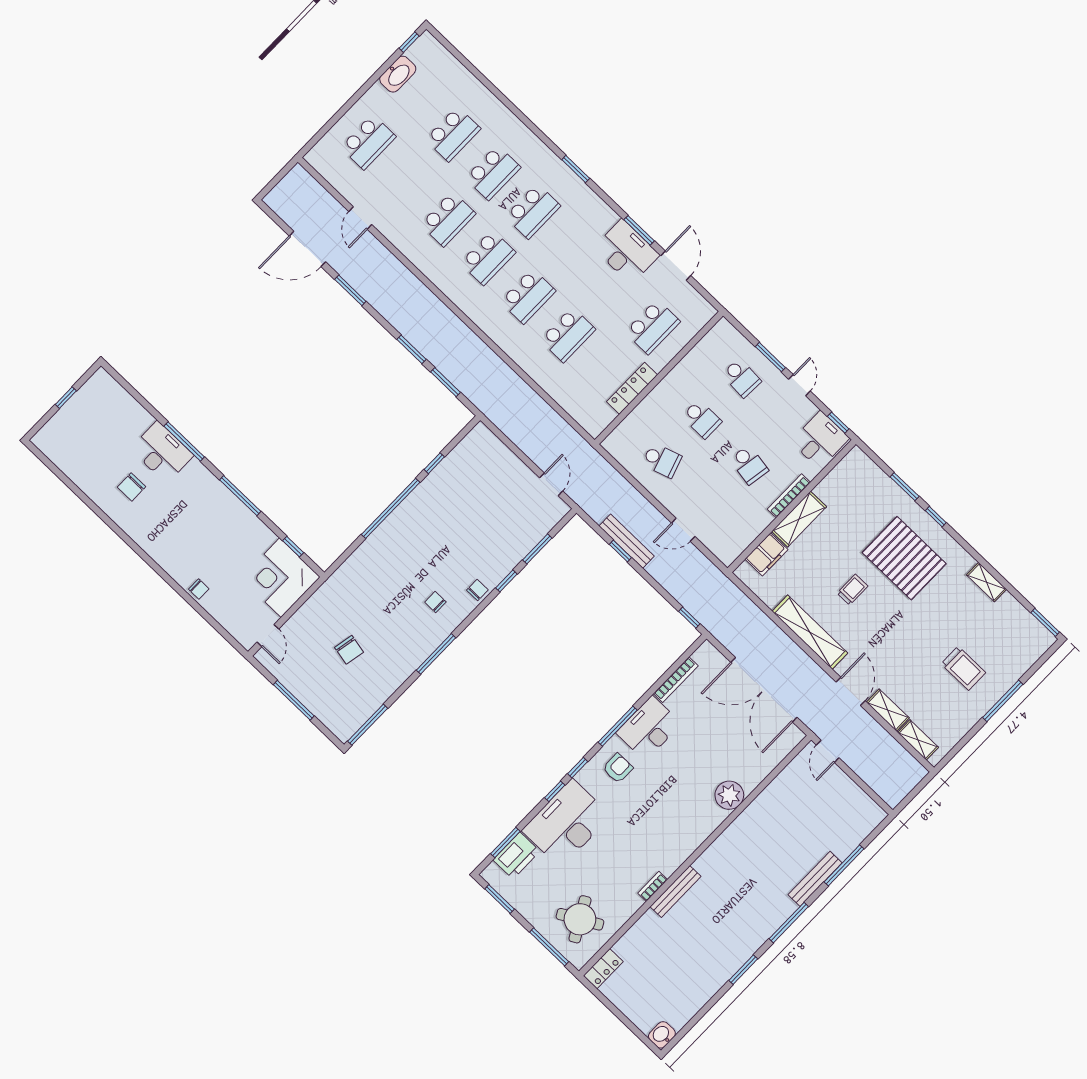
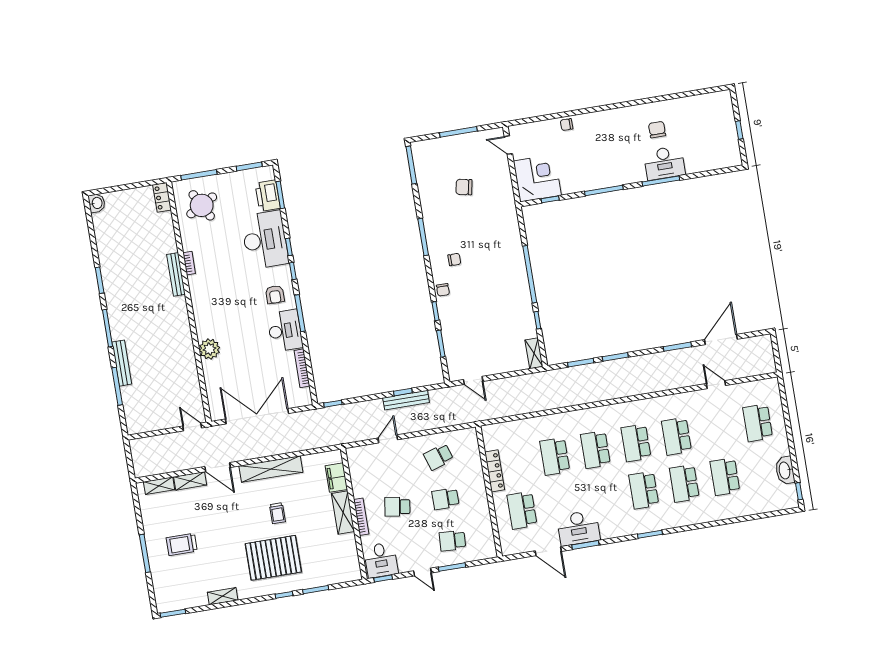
shelving: (473, 440) -> (534, 353), added

